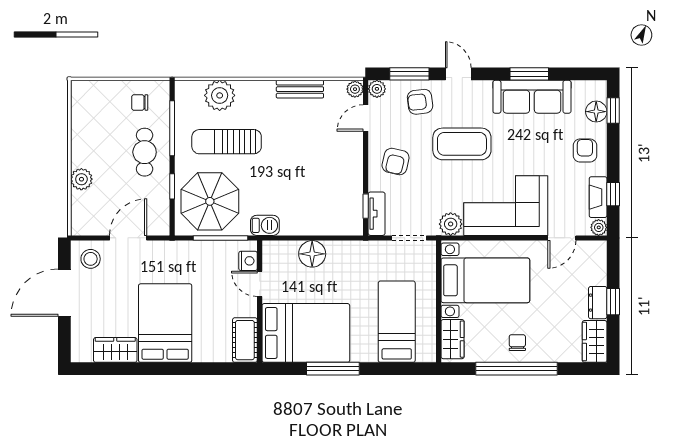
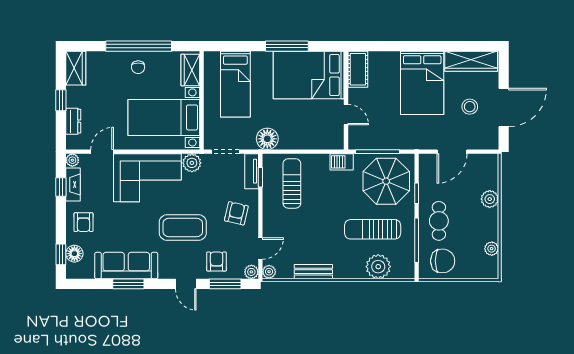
chair: (140, 102) -> (443, 261), width x1.87, depth x1.87
armchair: (420, 102) -> (217, 262), turned -83
plant: (79, 118) -> (492, 249), added
sun lounger: (227, 142) -> (373, 229), turned 180
sun lounger: (327, 199) -> (292, 183), added
floor lamp: (312, 254) -> (267, 139), moved
stool: (91, 259) -> (470, 107), moved
nightstand: (248, 261) -> (355, 133), removed
dresser: (598, 303) -> (73, 121), moved
wardrobe: (115, 350) -> (471, 61), width x1.50

